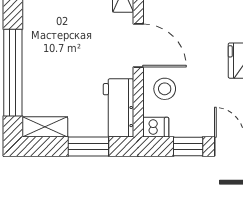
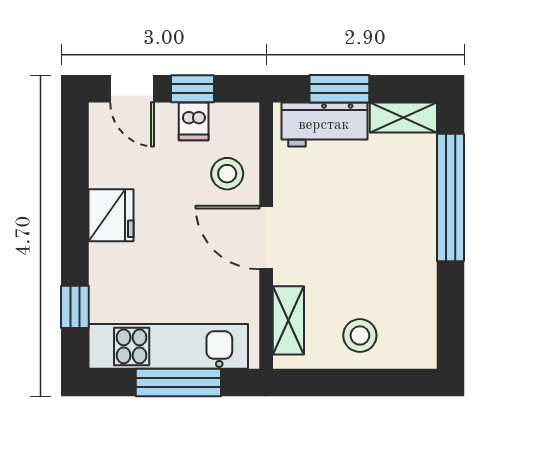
workbench: (119, 108) -> (324, 125), moved, turned 90
dishwasher: (156, 127) -> (194, 121), moved, turned -90

